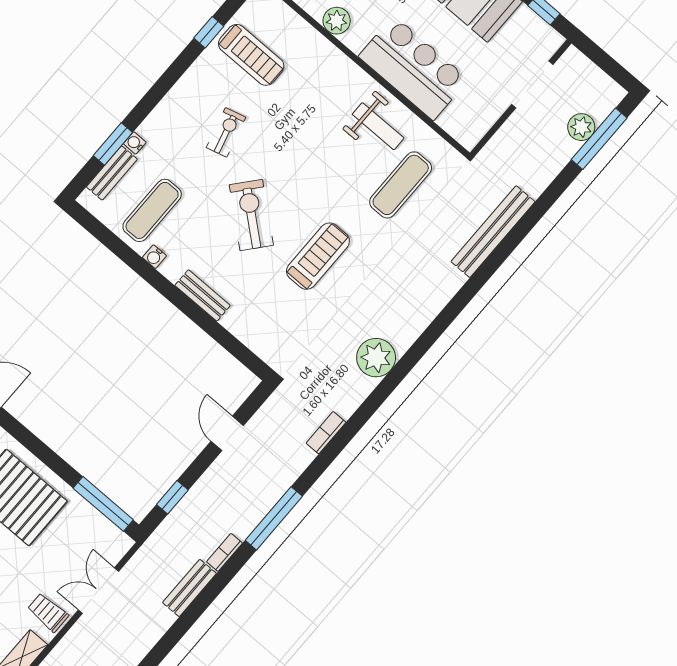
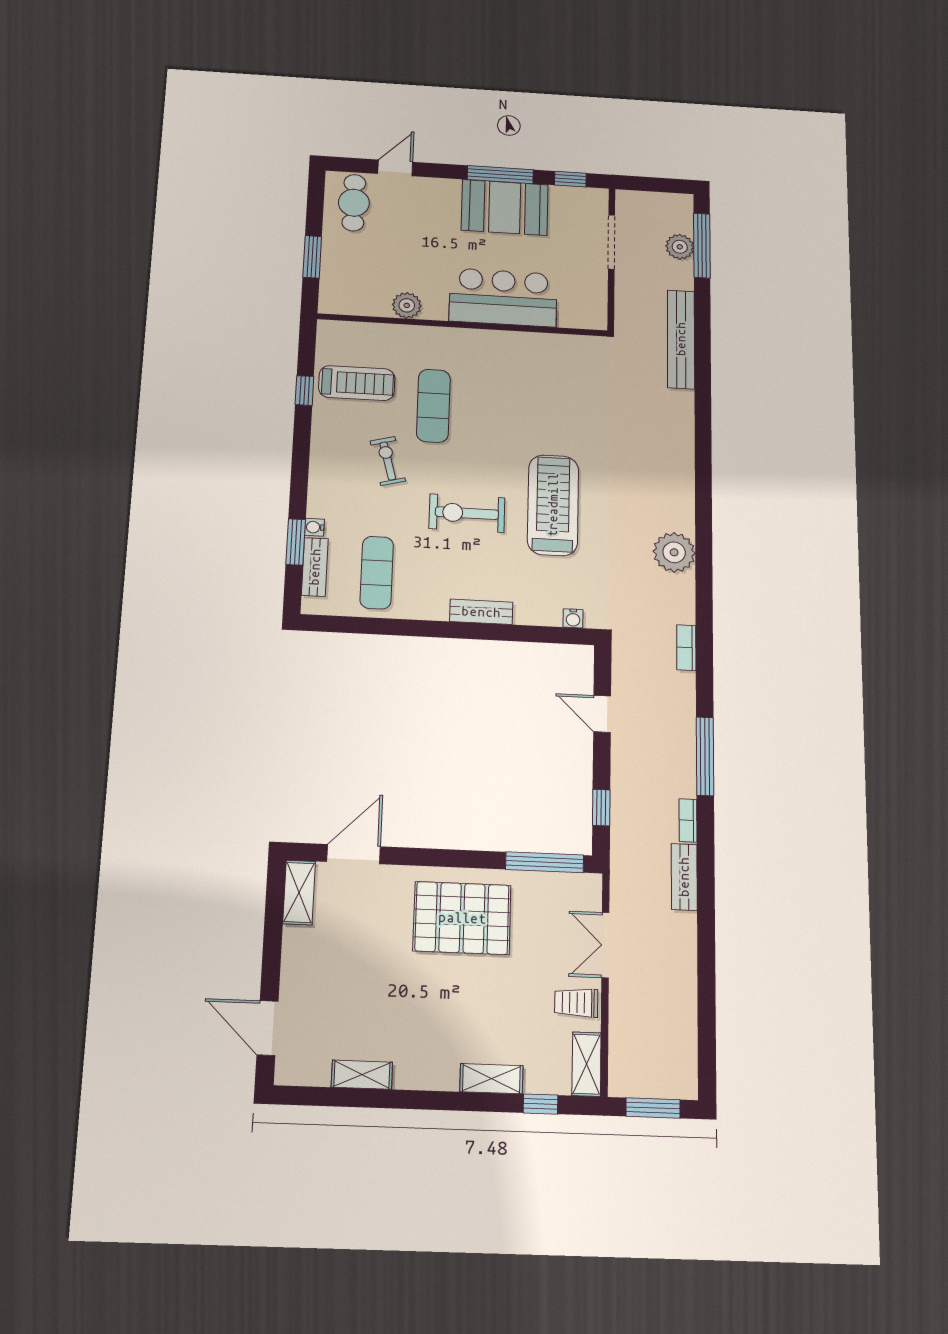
weight bench: (378, 126) -> (513, 364), removed
exercise mat: (401, 185) -> (433, 406), moved
exercise bike: (251, 215) -> (467, 513), turned -40
bench: (493, 232) -> (681, 339), moved
treadmill: (318, 256) -> (553, 505), width x1.37, depth x1.38
water cooler: (154, 257) -> (573, 618), moved

